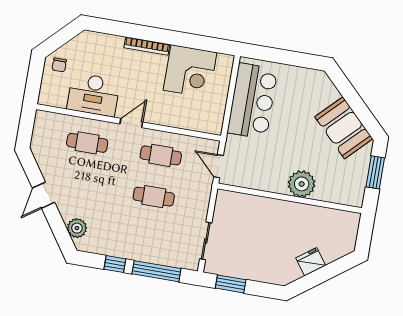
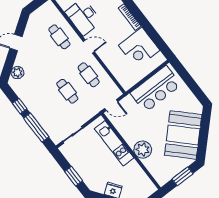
booth: (344, 128) -> (183, 135), width x1.36, depth x1.42
door: (219, 166) -> (111, 105), swing flipped
kitchen unit: (262, 207) -> (114, 143), added
window: (231, 284) -> (74, 176), moved

